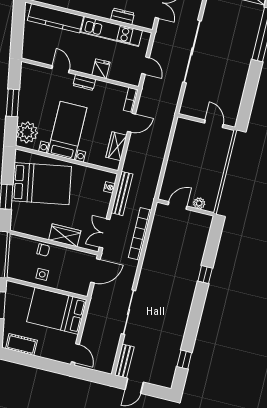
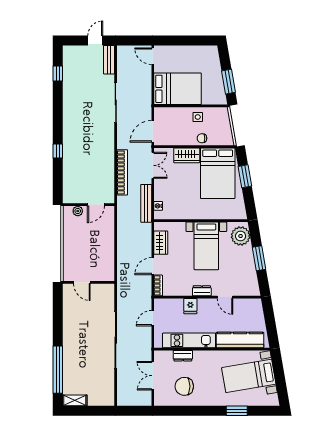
door: (145, 66) -> (153, 318), hinge flipped
bed: (42, 184) -> (218, 173), moved, turned -80
cot: (21, 344) -> (201, 52), removed

